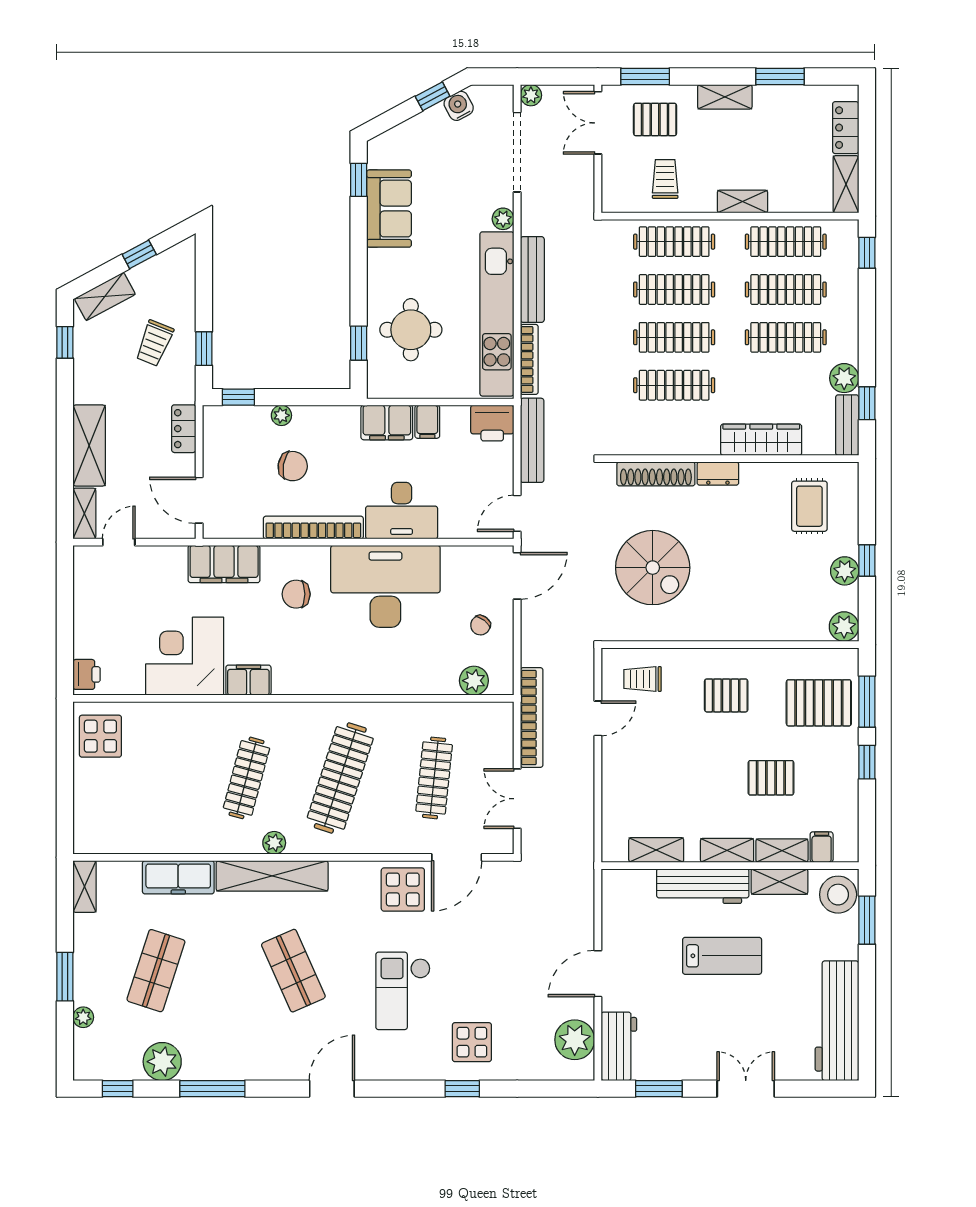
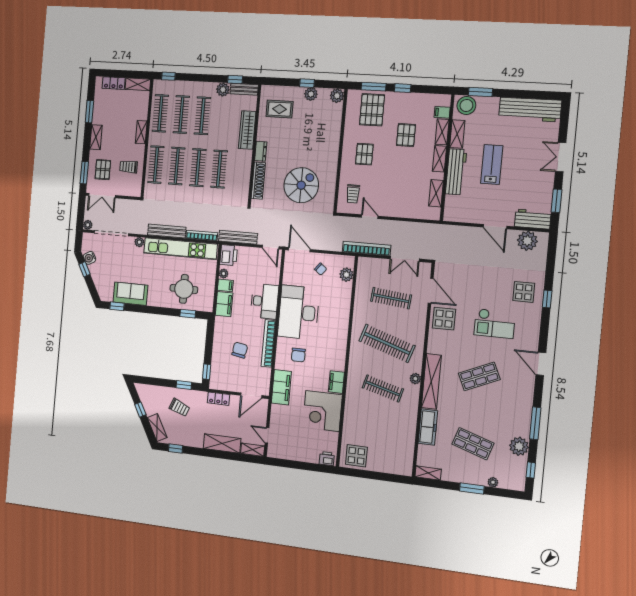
plant: (281, 415) -> (224, 274), moved

